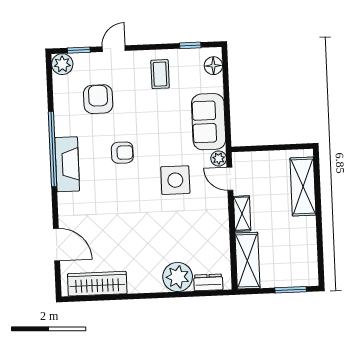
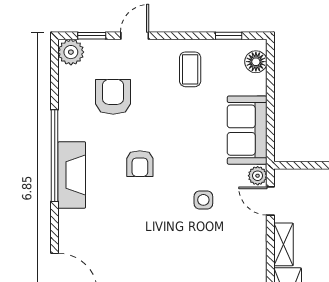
armchair: (122, 153) -> (140, 164), turned 90
side table: (175, 180) -> (203, 200), width x0.54, depth x0.54

